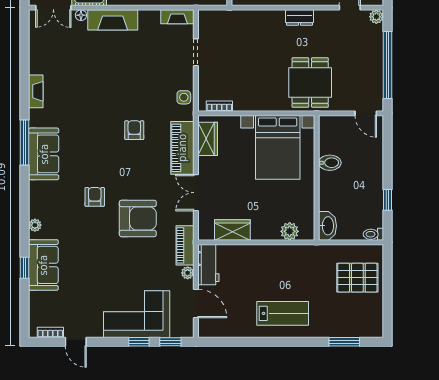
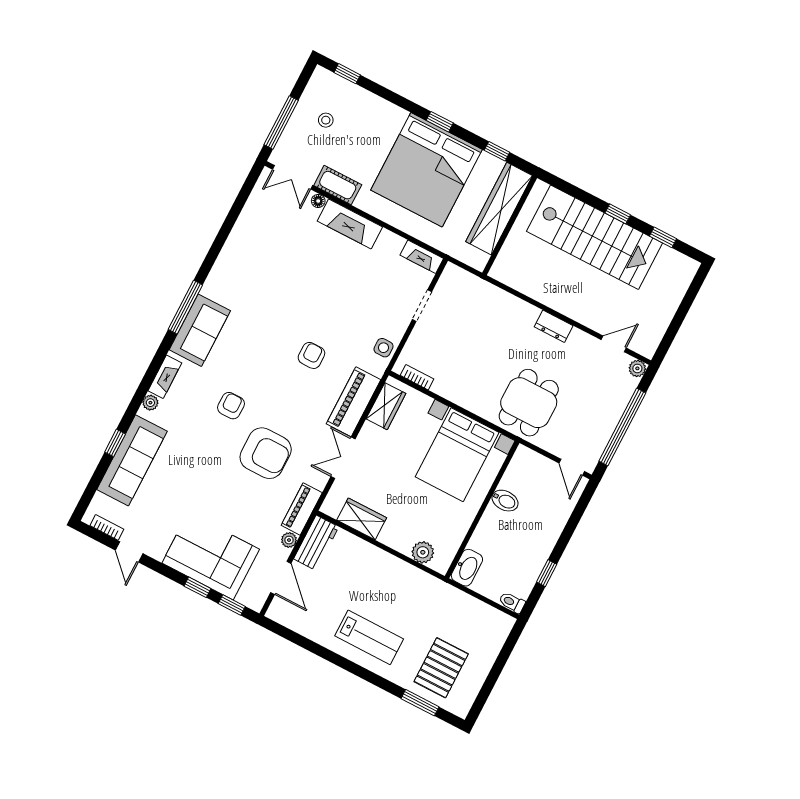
fireplace: (36, 91) -> (165, 377), moved
sofa: (43, 265) -> (132, 460), width x1.36
pallet: (357, 278) -> (441, 668), moved, turned 90

